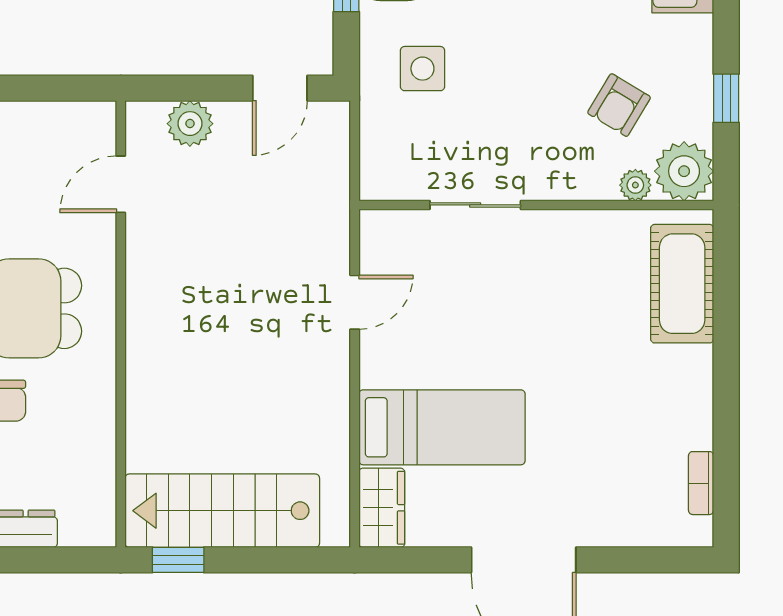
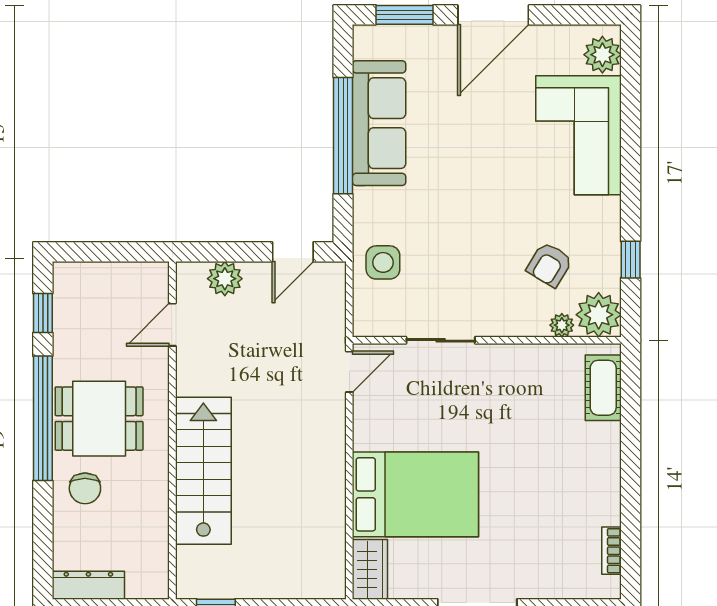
side table: (422, 69) -> (383, 262), moved
cot: (682, 284) -> (603, 388), width x0.73, depth x0.75
door: (355, 302) -> (349, 372), moved
bed: (442, 427) -> (415, 494), width x1.50
stairs: (222, 511) -> (203, 471), moved, turned 90

